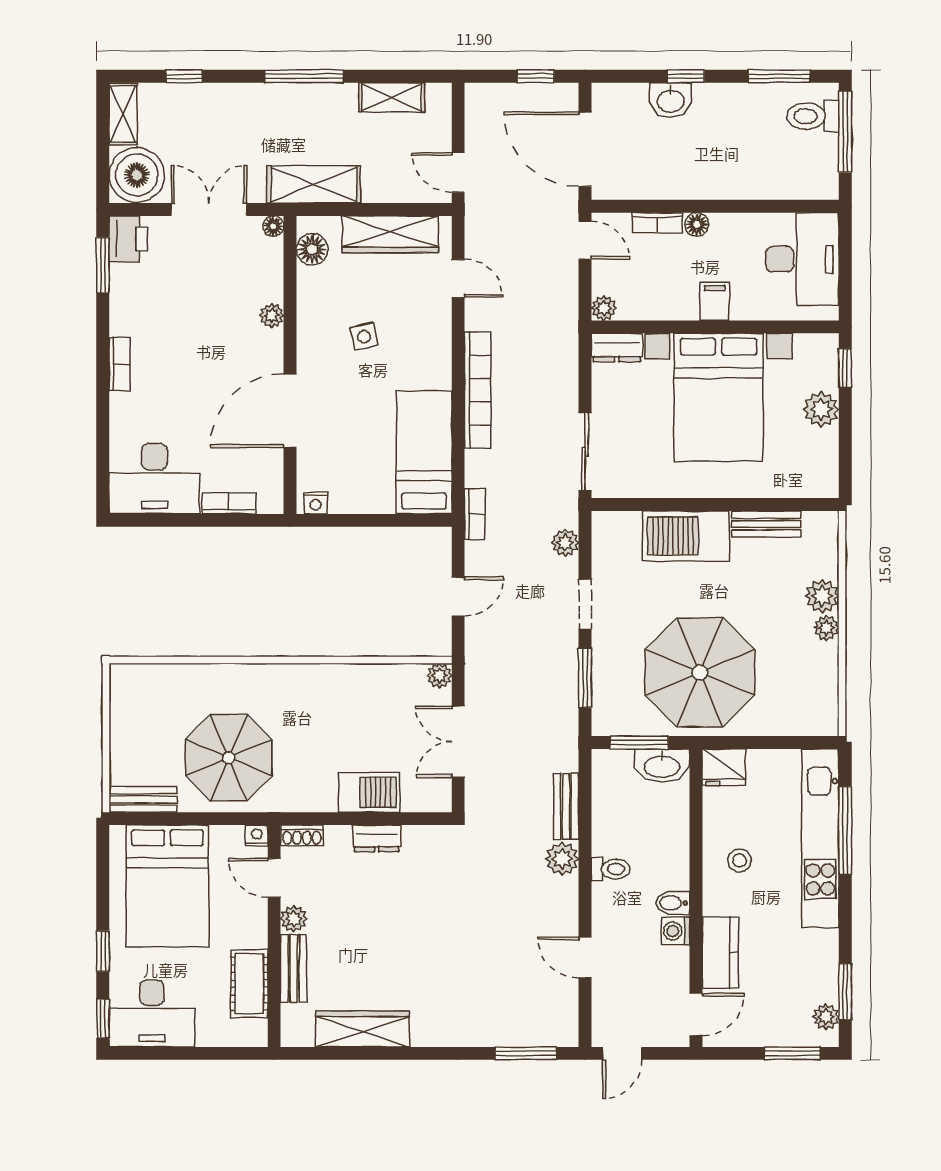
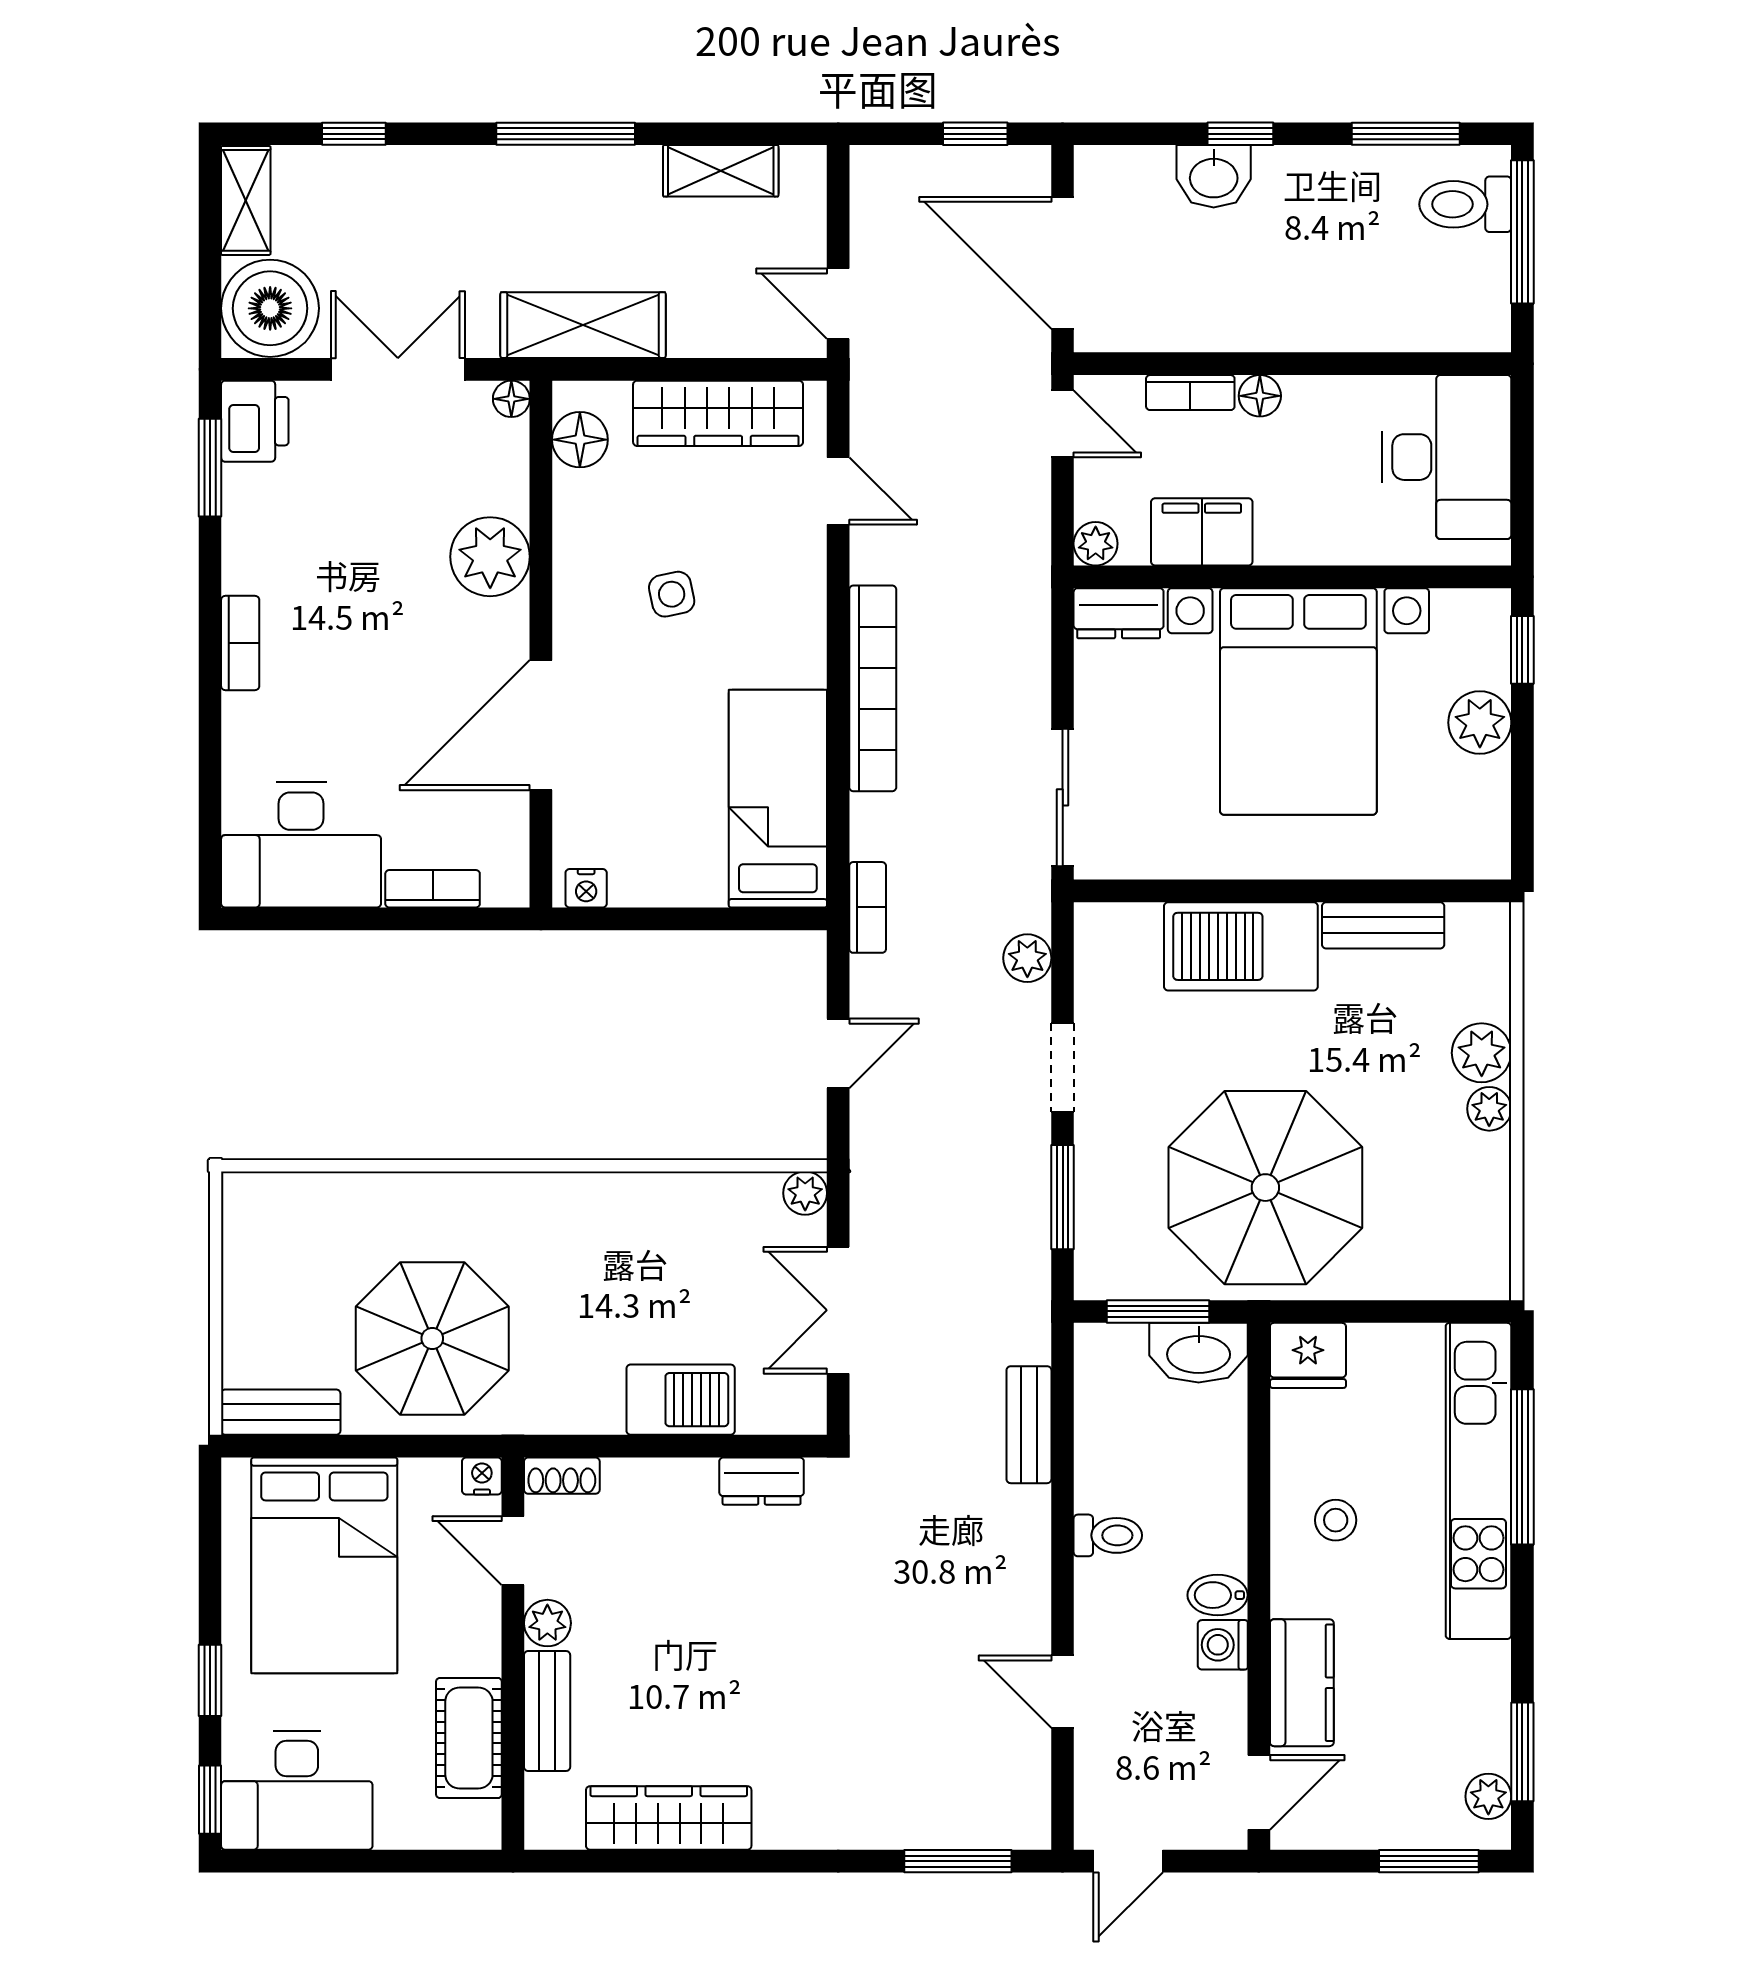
filing cabinet: (715, 301) -> (1202, 532), moved, width x2.00
plant: (272, 316) -> (490, 557), width x1.88, depth x1.88
dresser: (377, 838) -> (762, 1481), moved
plant: (562, 859) -> (1022, 1517), removed

